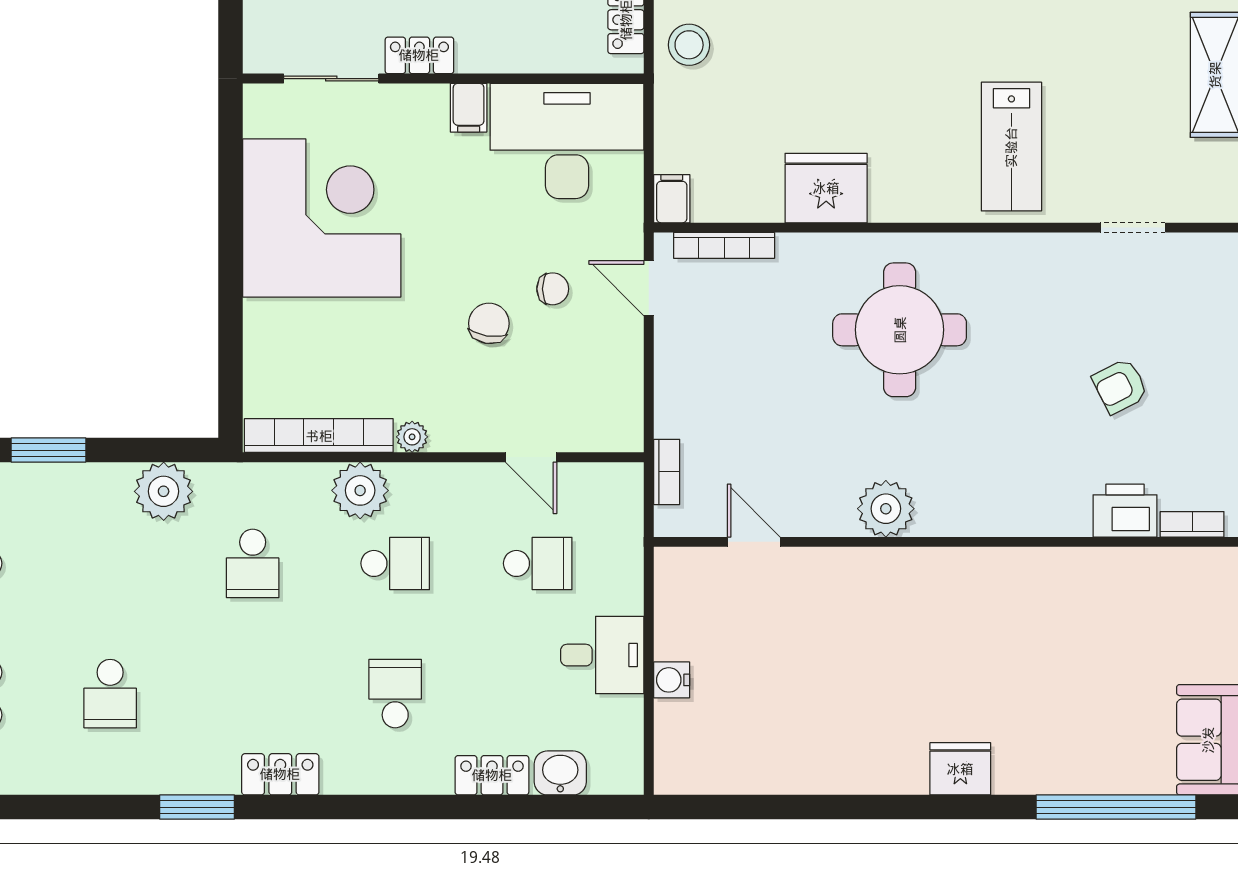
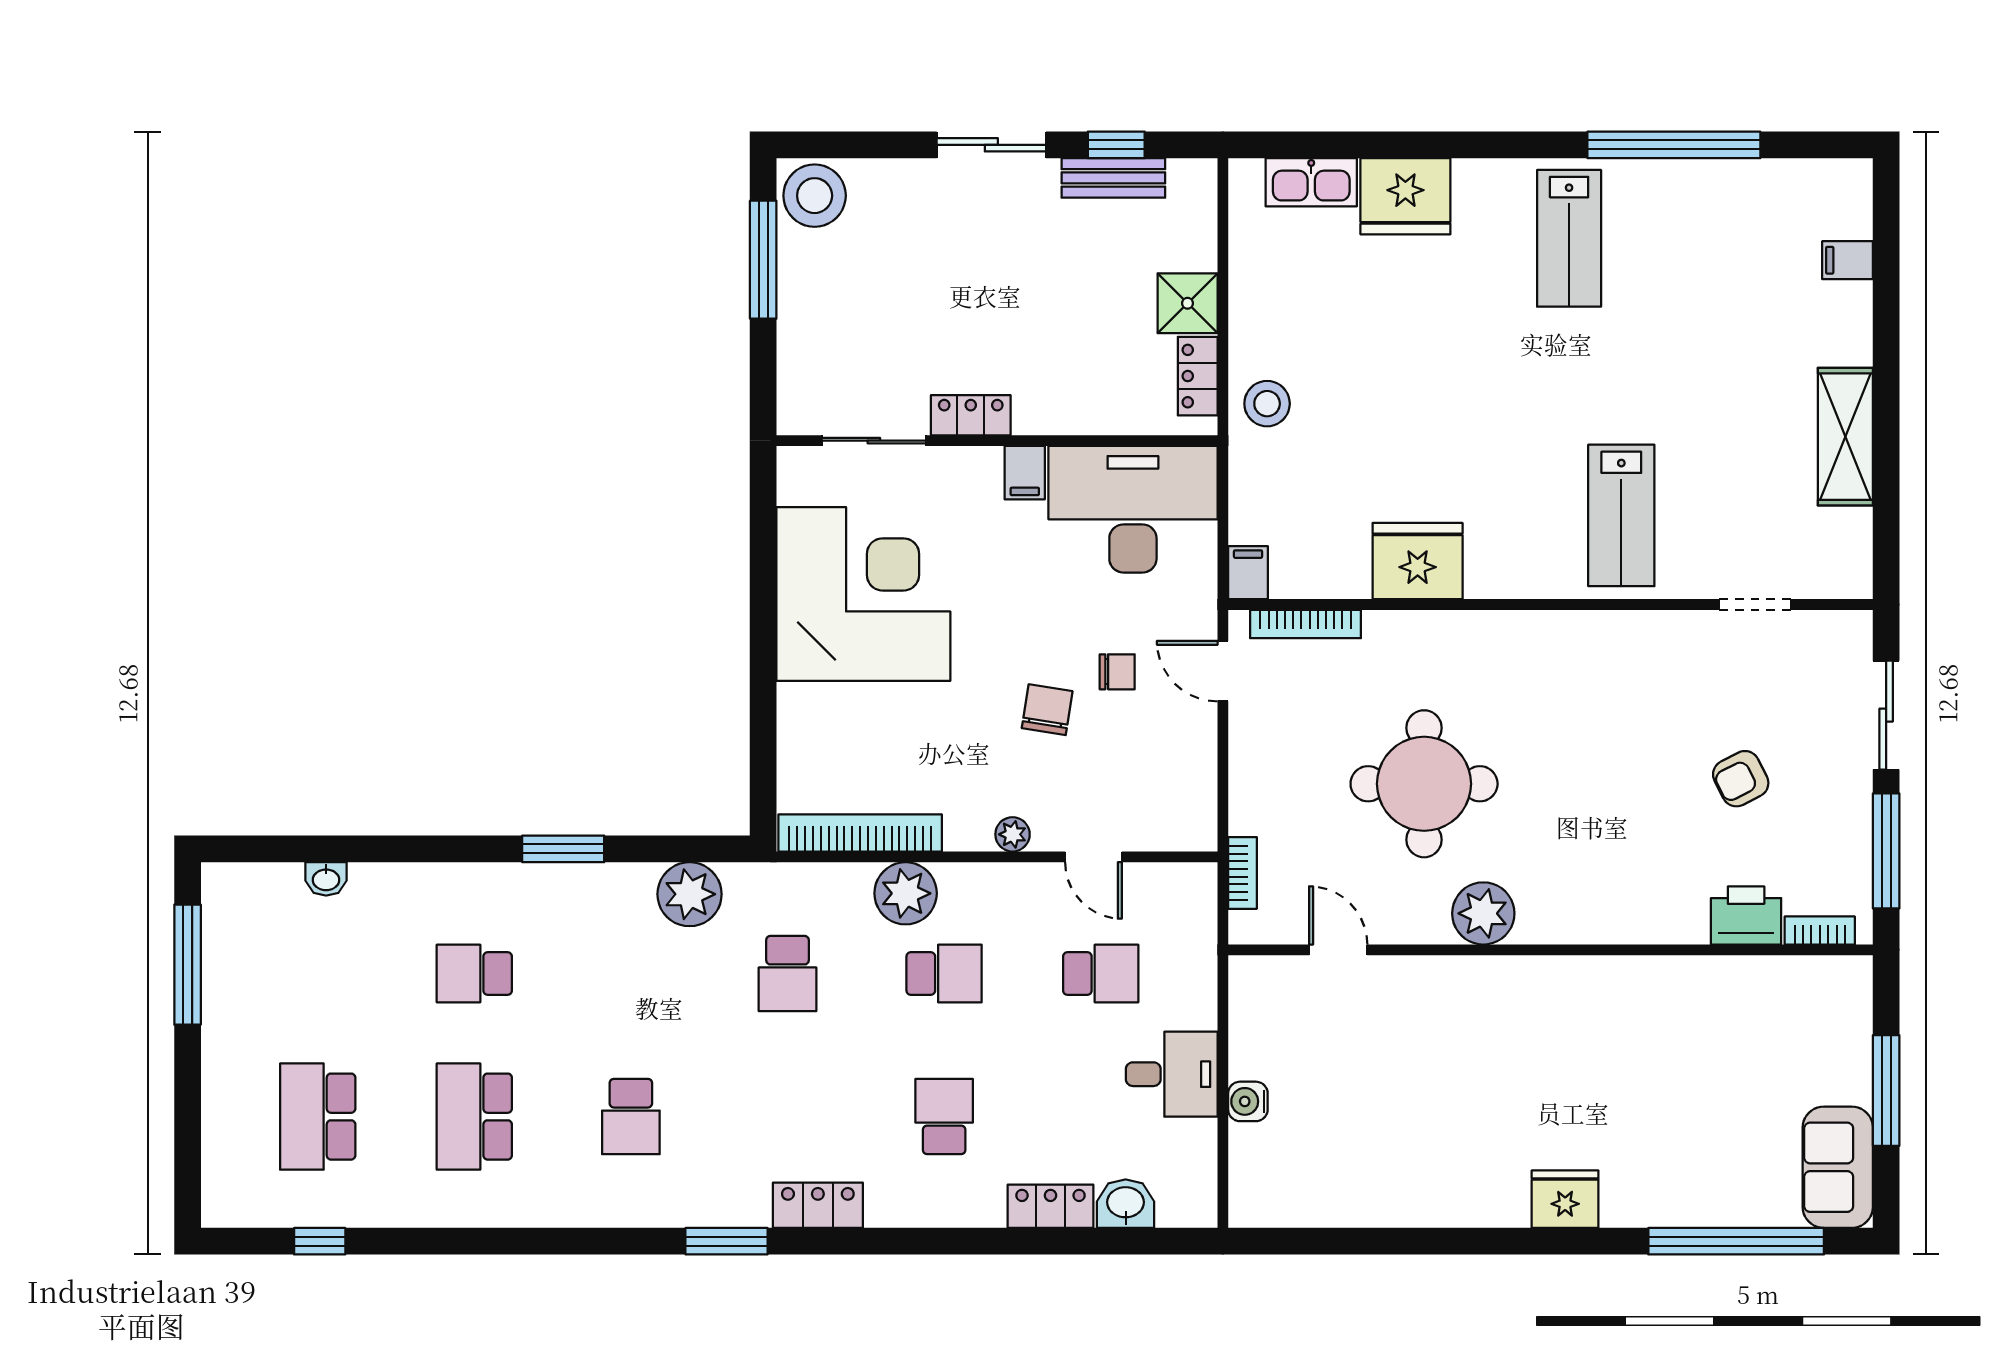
round table: (900, 330) -> (1424, 784), moved
plant: (412, 437) -> (1013, 834), moved

